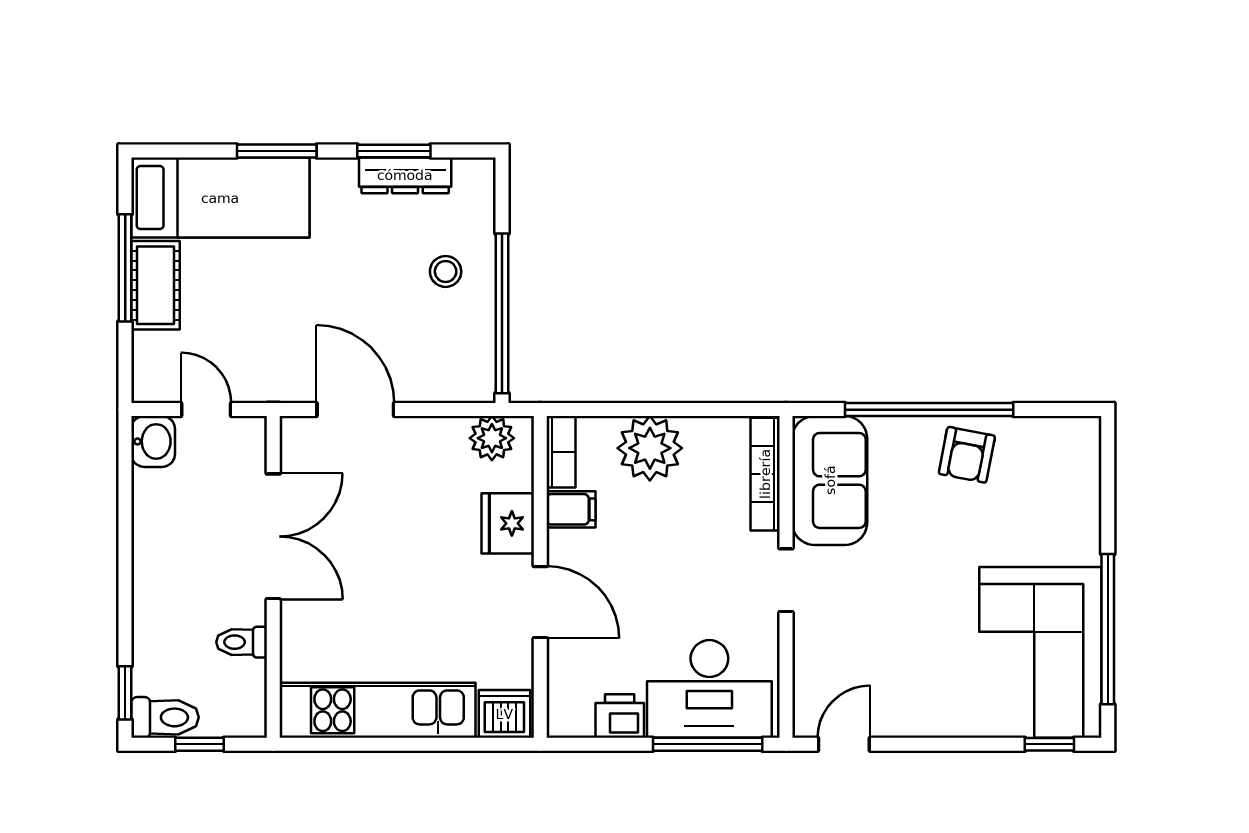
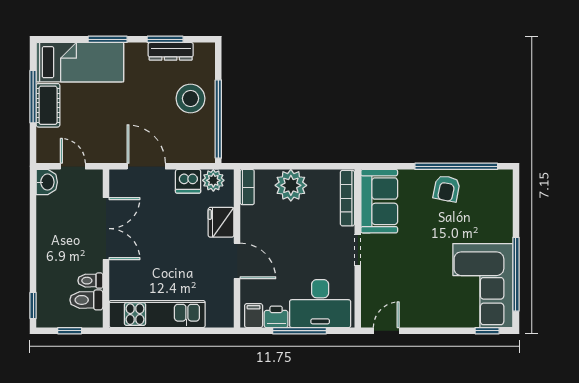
stool: (446, 271) -> (191, 98), width x1.89, depth x1.89
window: (929, 410) -> (456, 166), moved
filing cabinet: (571, 509) -> (254, 316), moved, turned -90
dishwasher: (504, 714) -> (188, 181), moved, turned 180
toilet: (165, 717) -> (86, 300), moved, turned 180
window: (708, 744) -> (300, 331), moved

